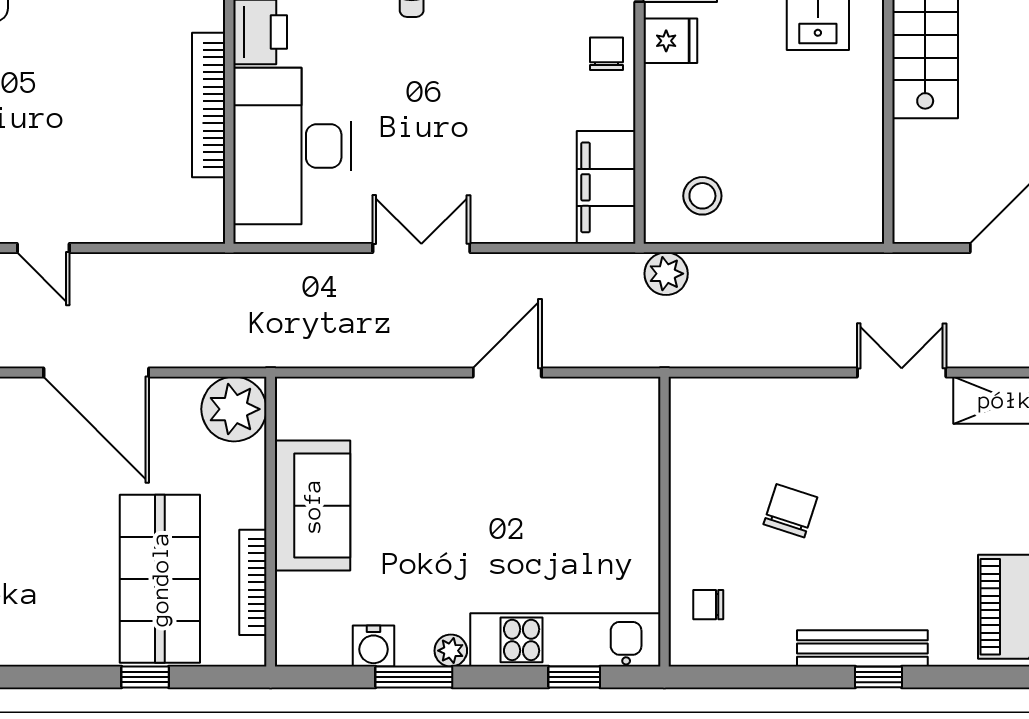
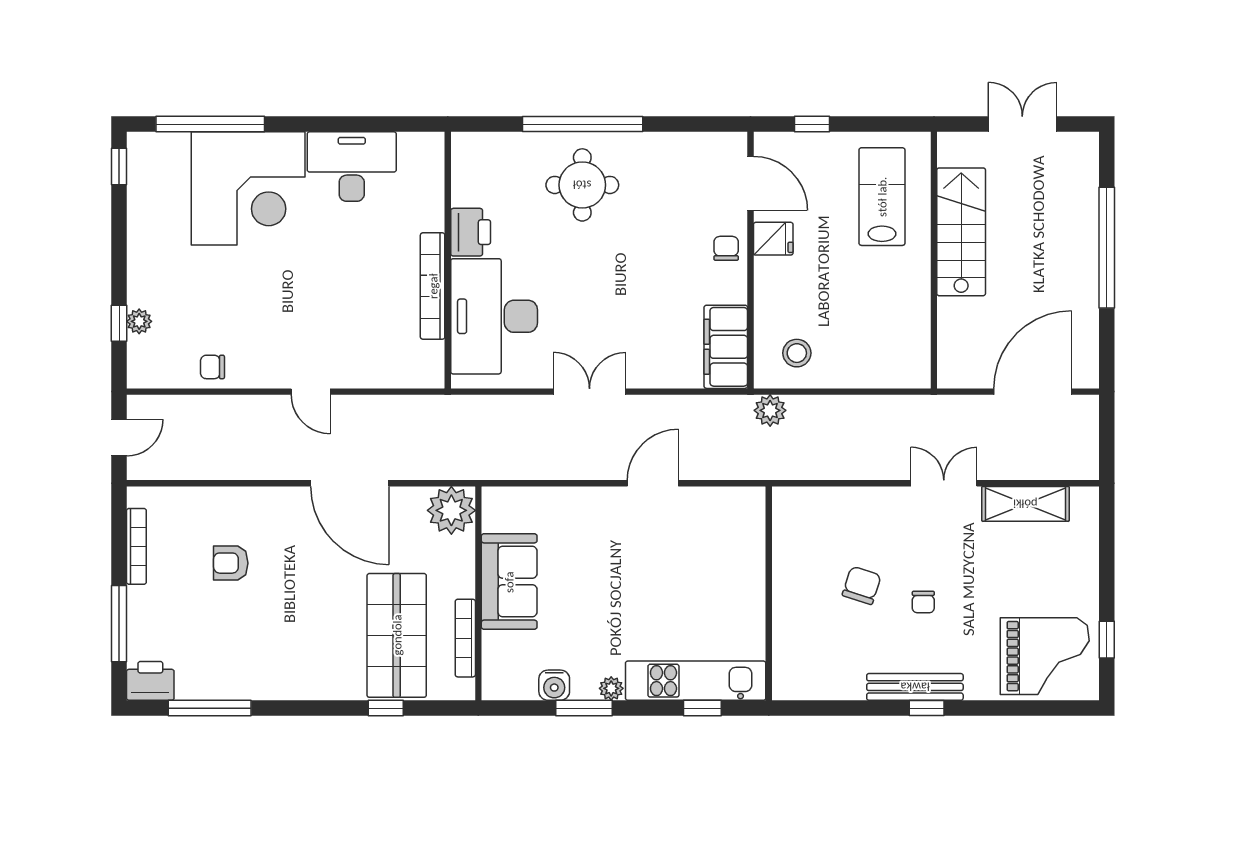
chair: (708, 605) -> (923, 602), moved, turned -90

